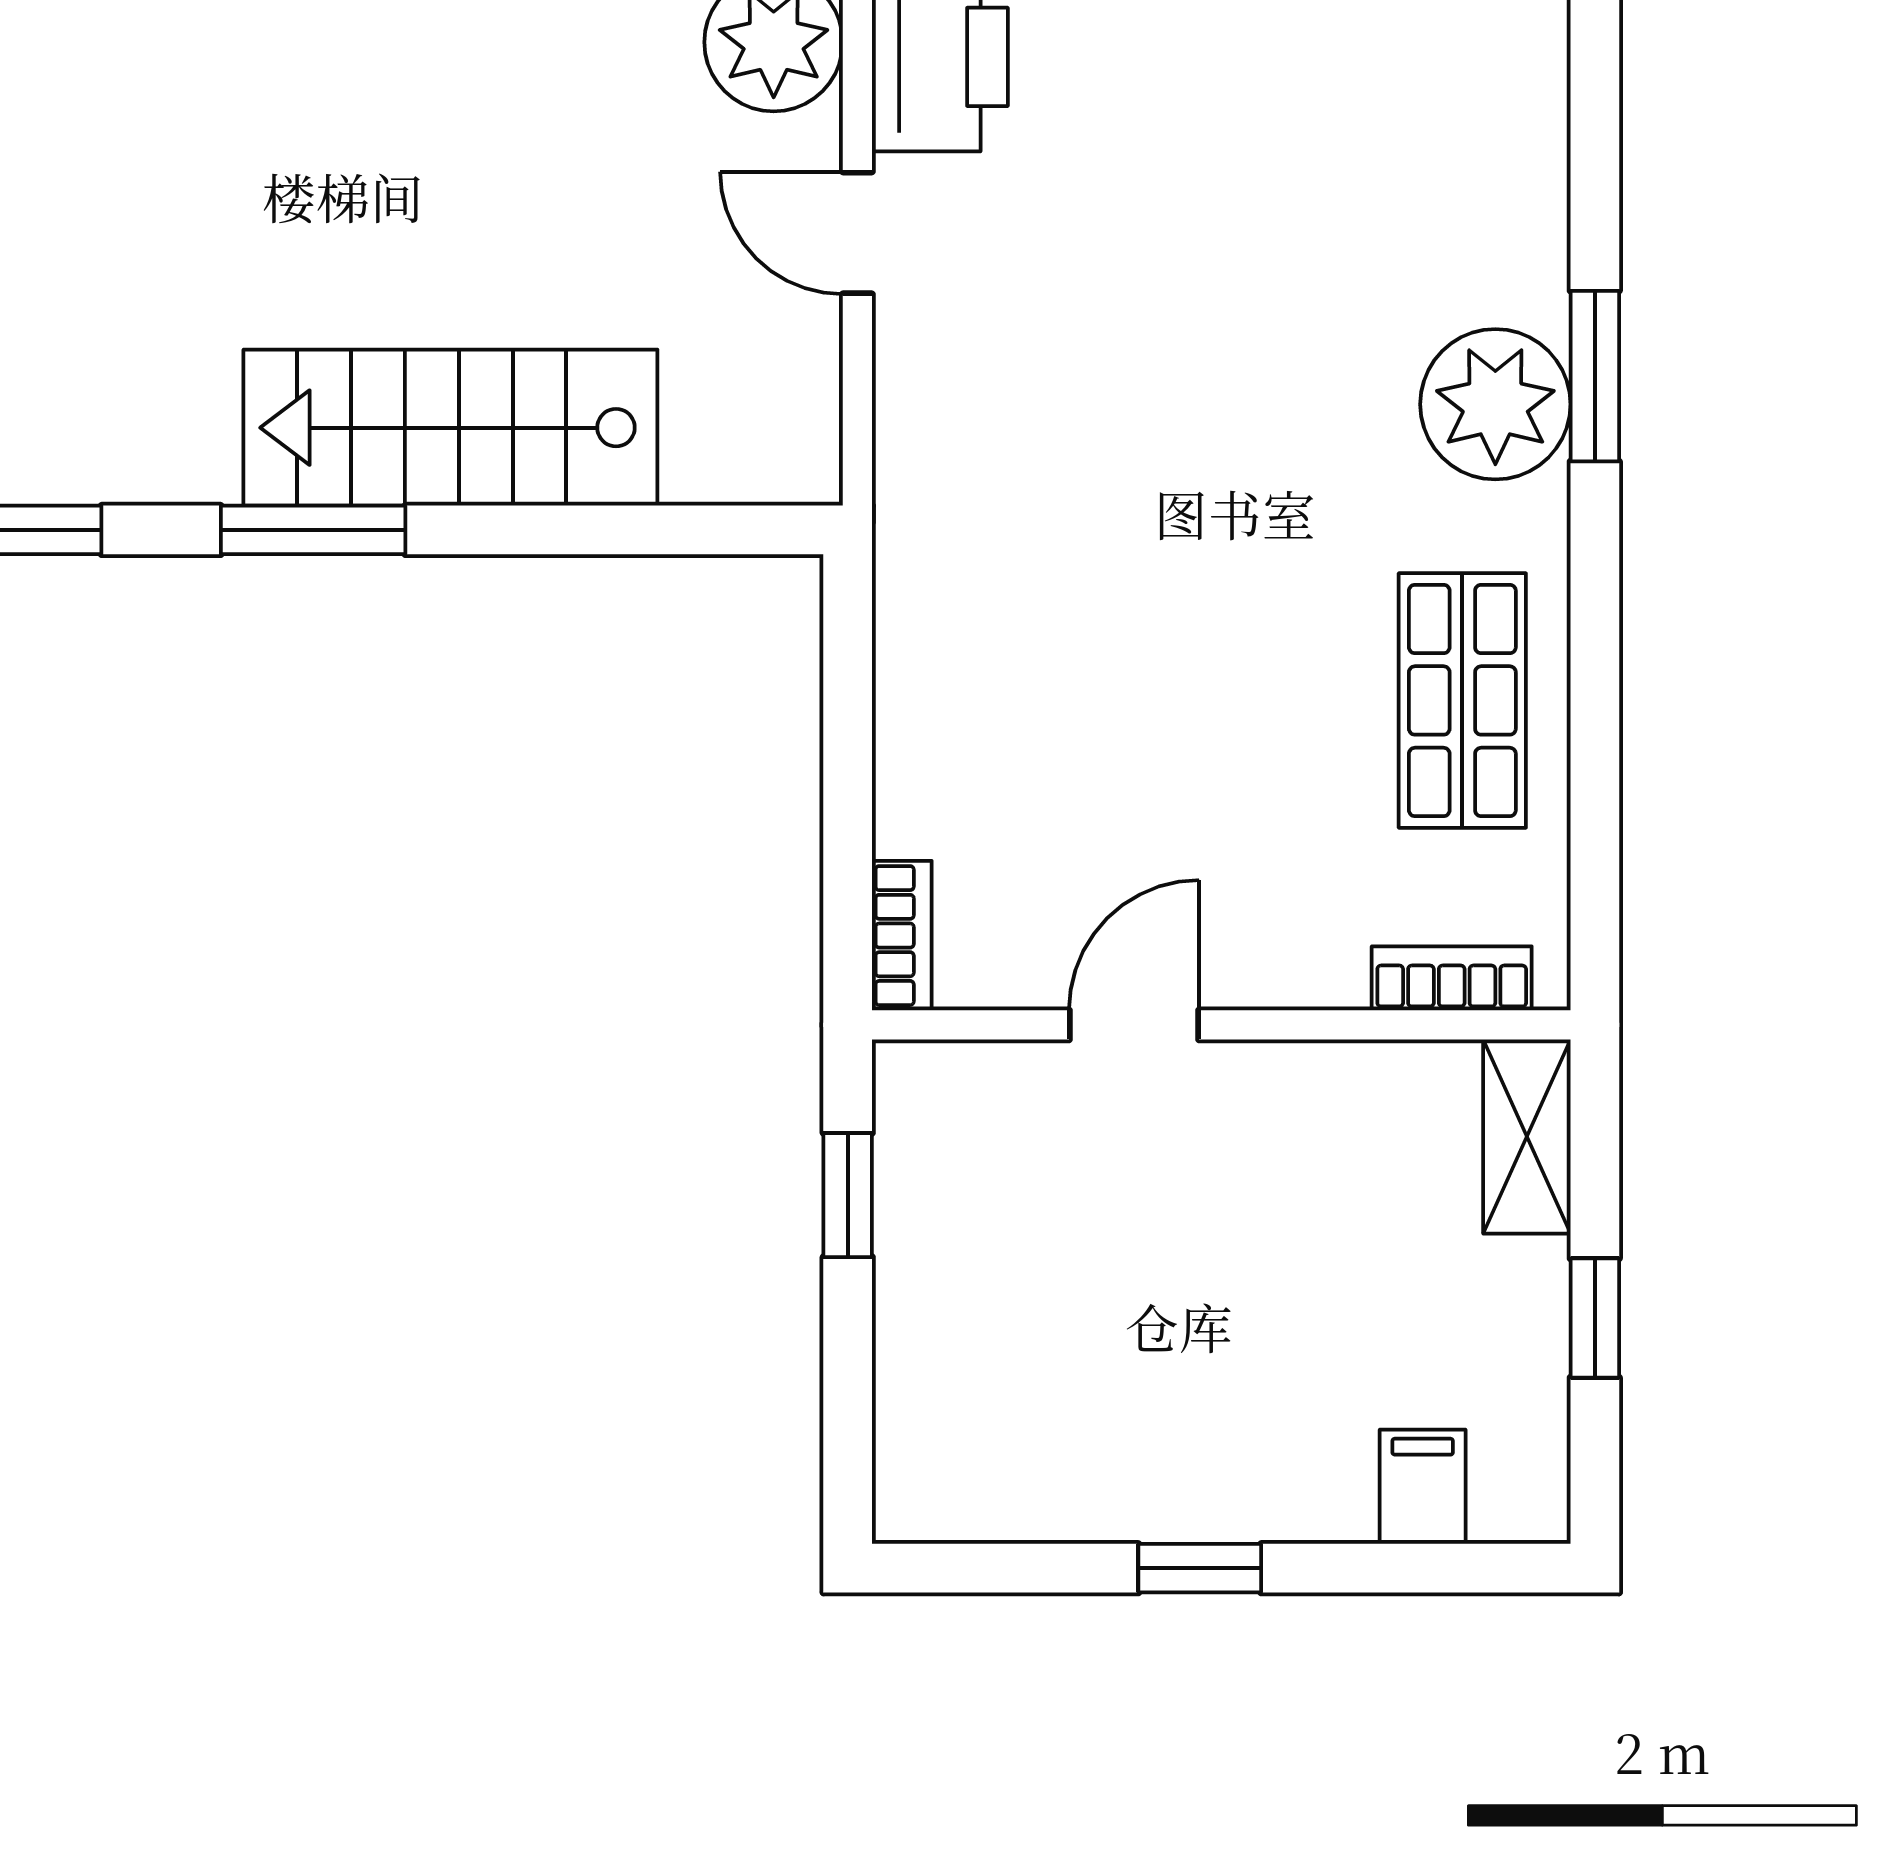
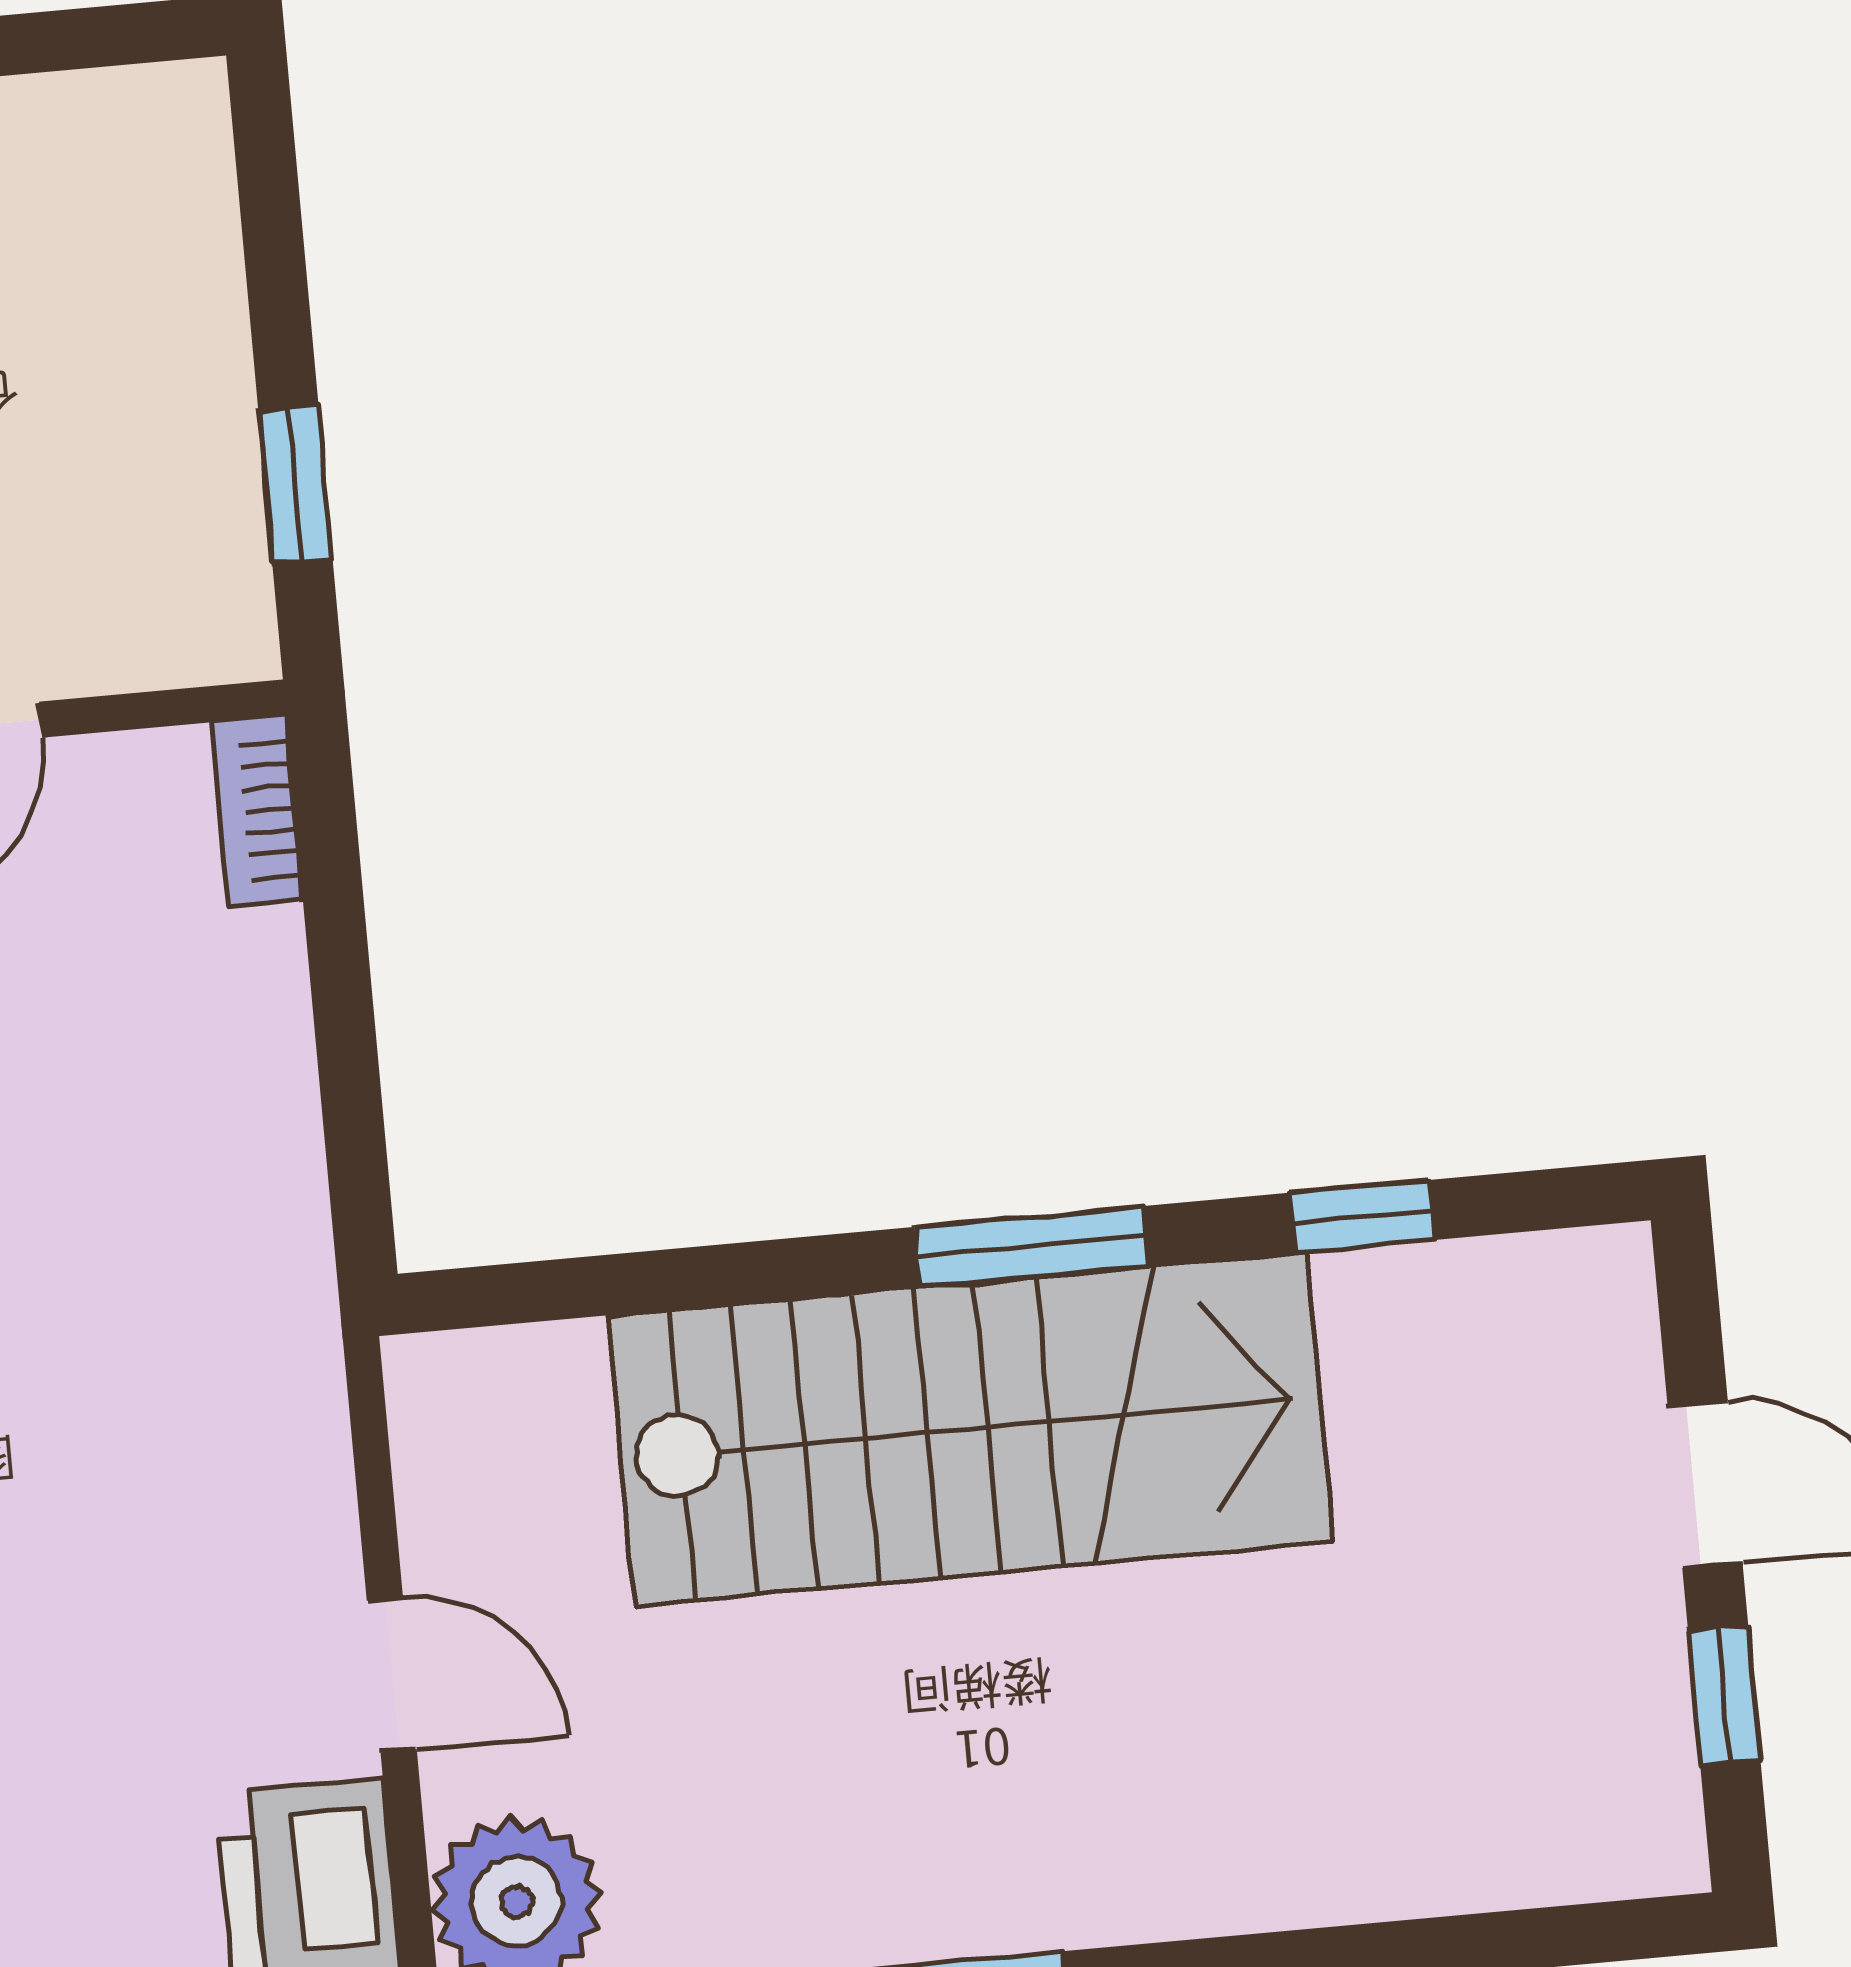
stairs: (450, 428) -> (970, 1429), width x1.36, depth x1.51

